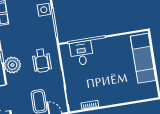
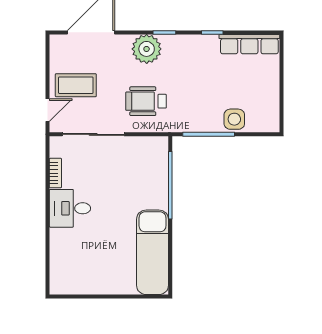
desk: (82, 53) -> (70, 208), moved, turned 180
exam couch: (143, 58) -> (153, 252), moved, turned -90

